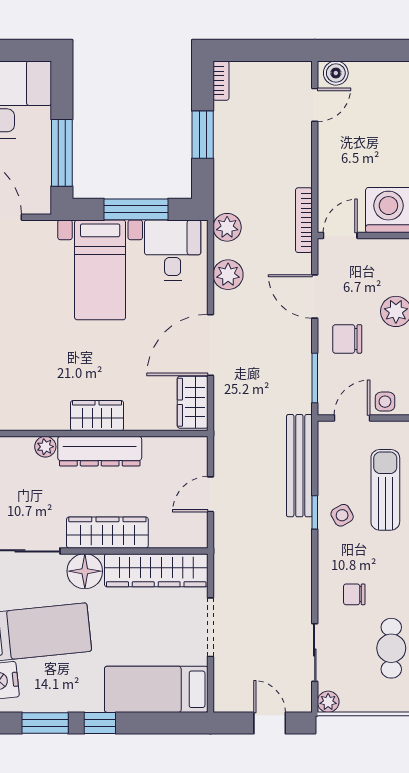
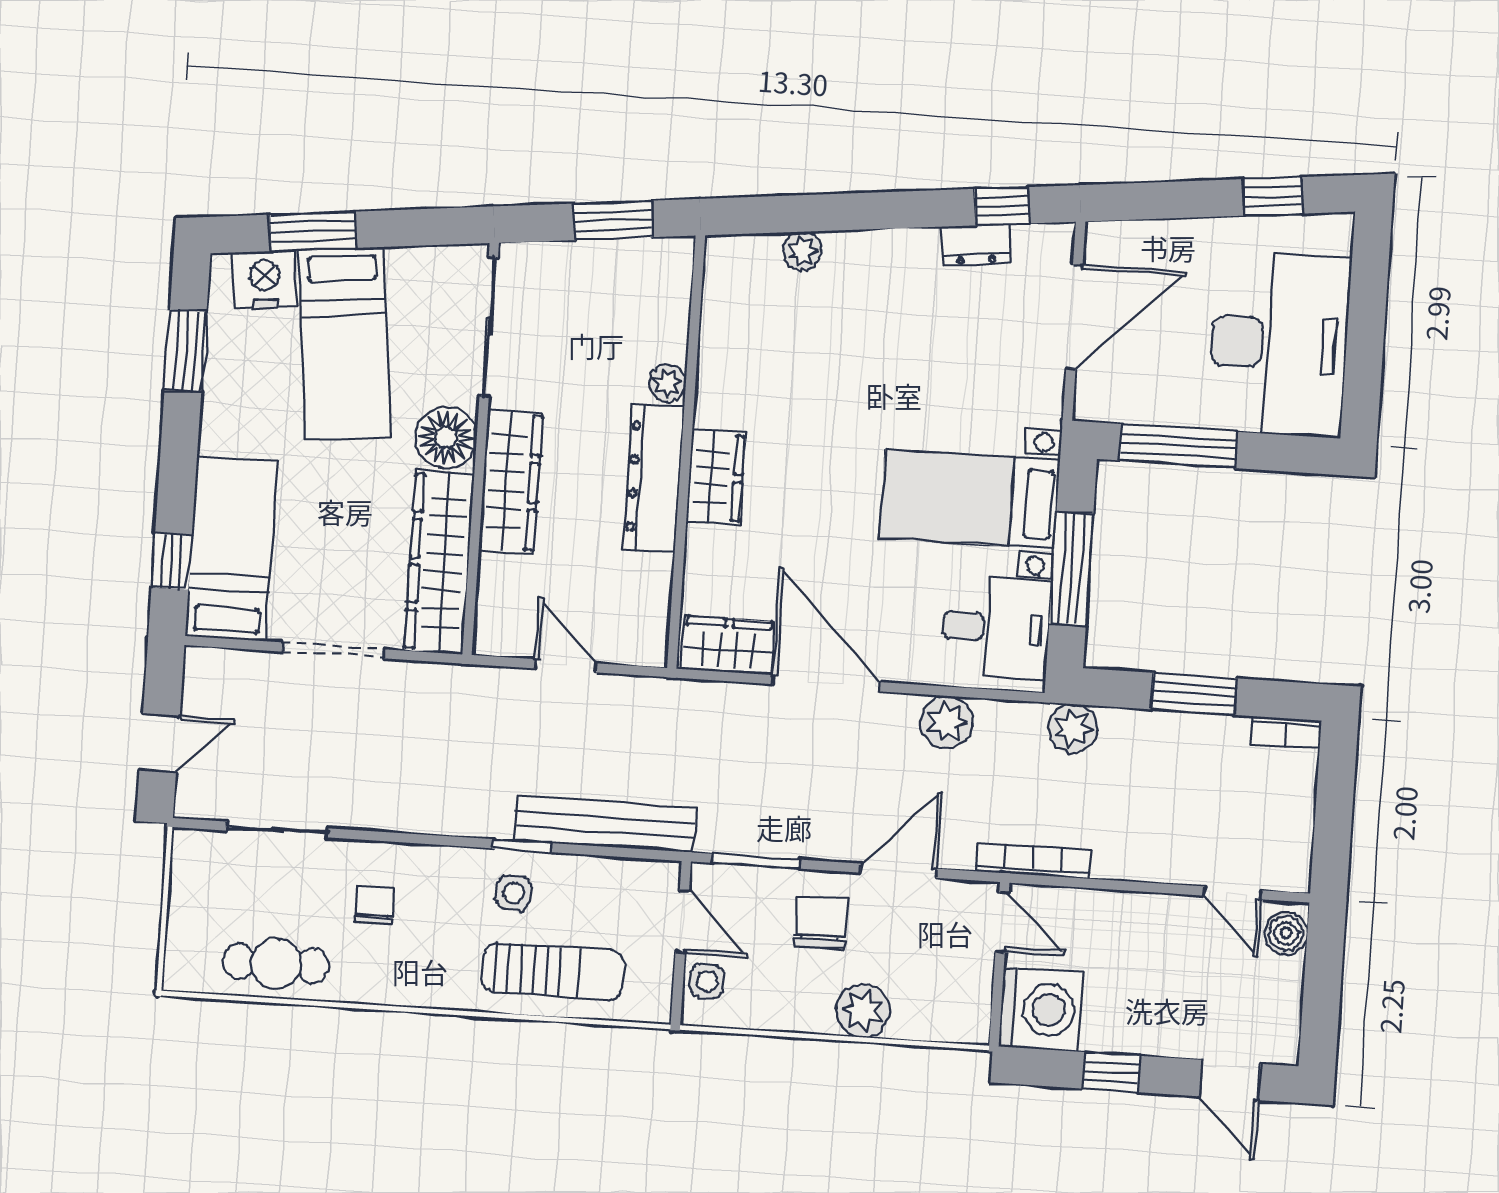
plant: (227, 227) -> (1073, 729), moved
side table: (342, 515) -> (514, 893), turned 36
plant: (328, 702) -> (190, 847), removed
window: (100, 723) -> (172, 561), moved

